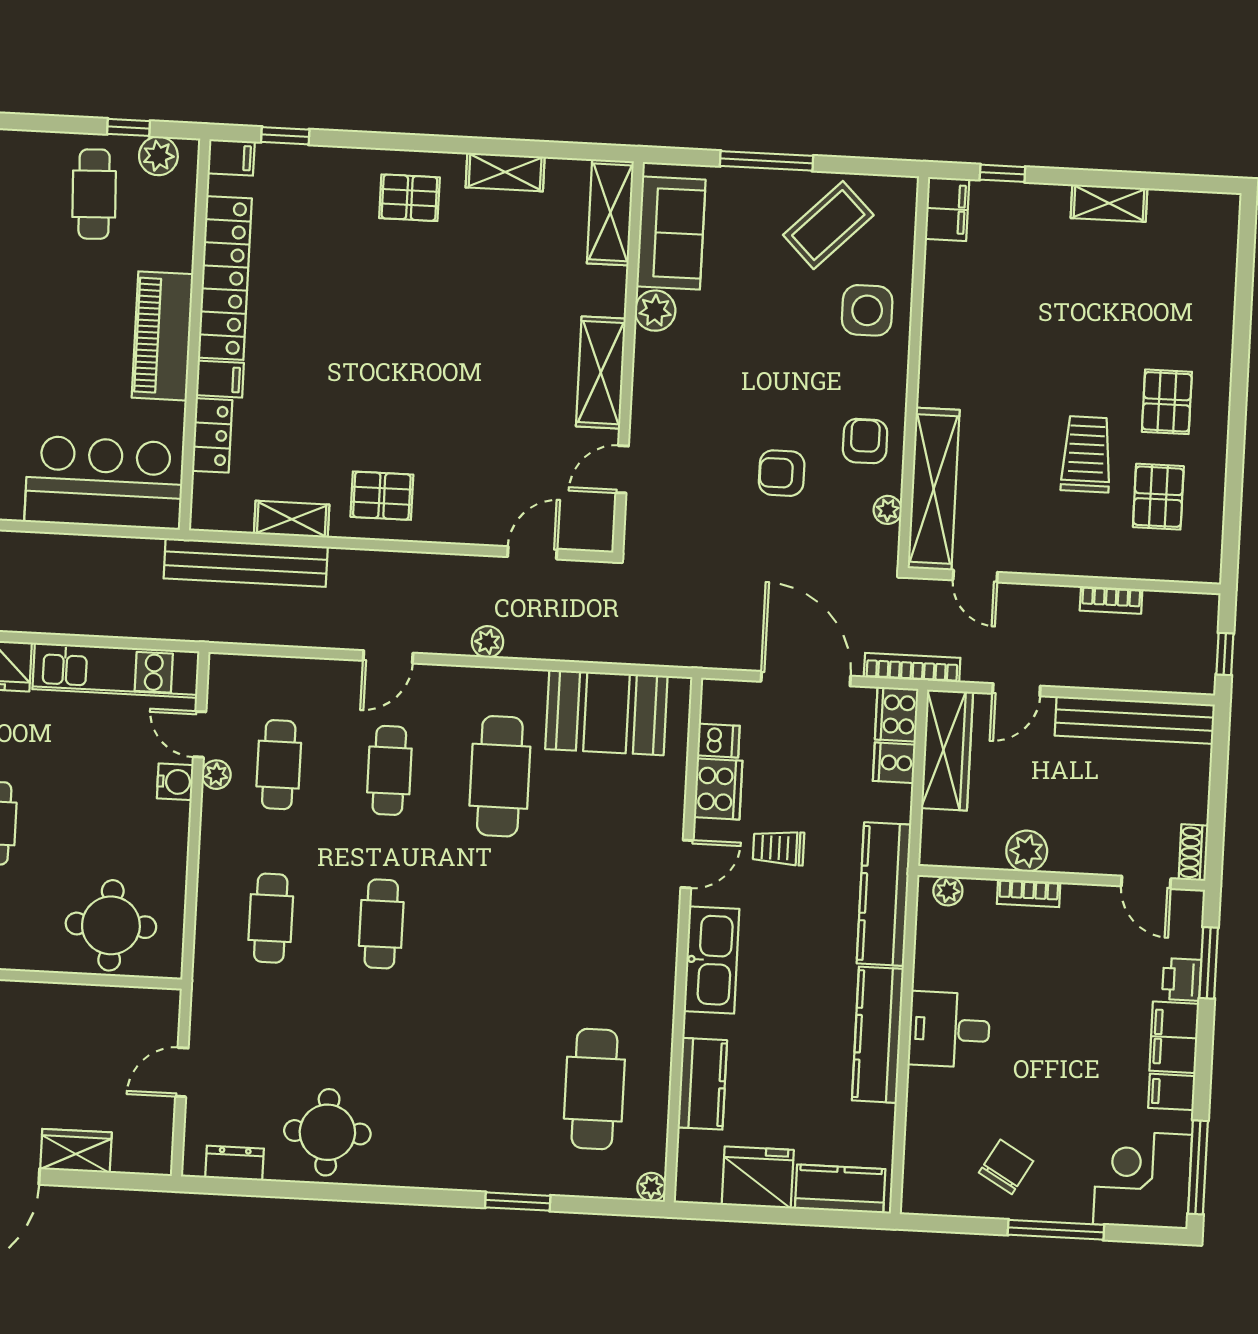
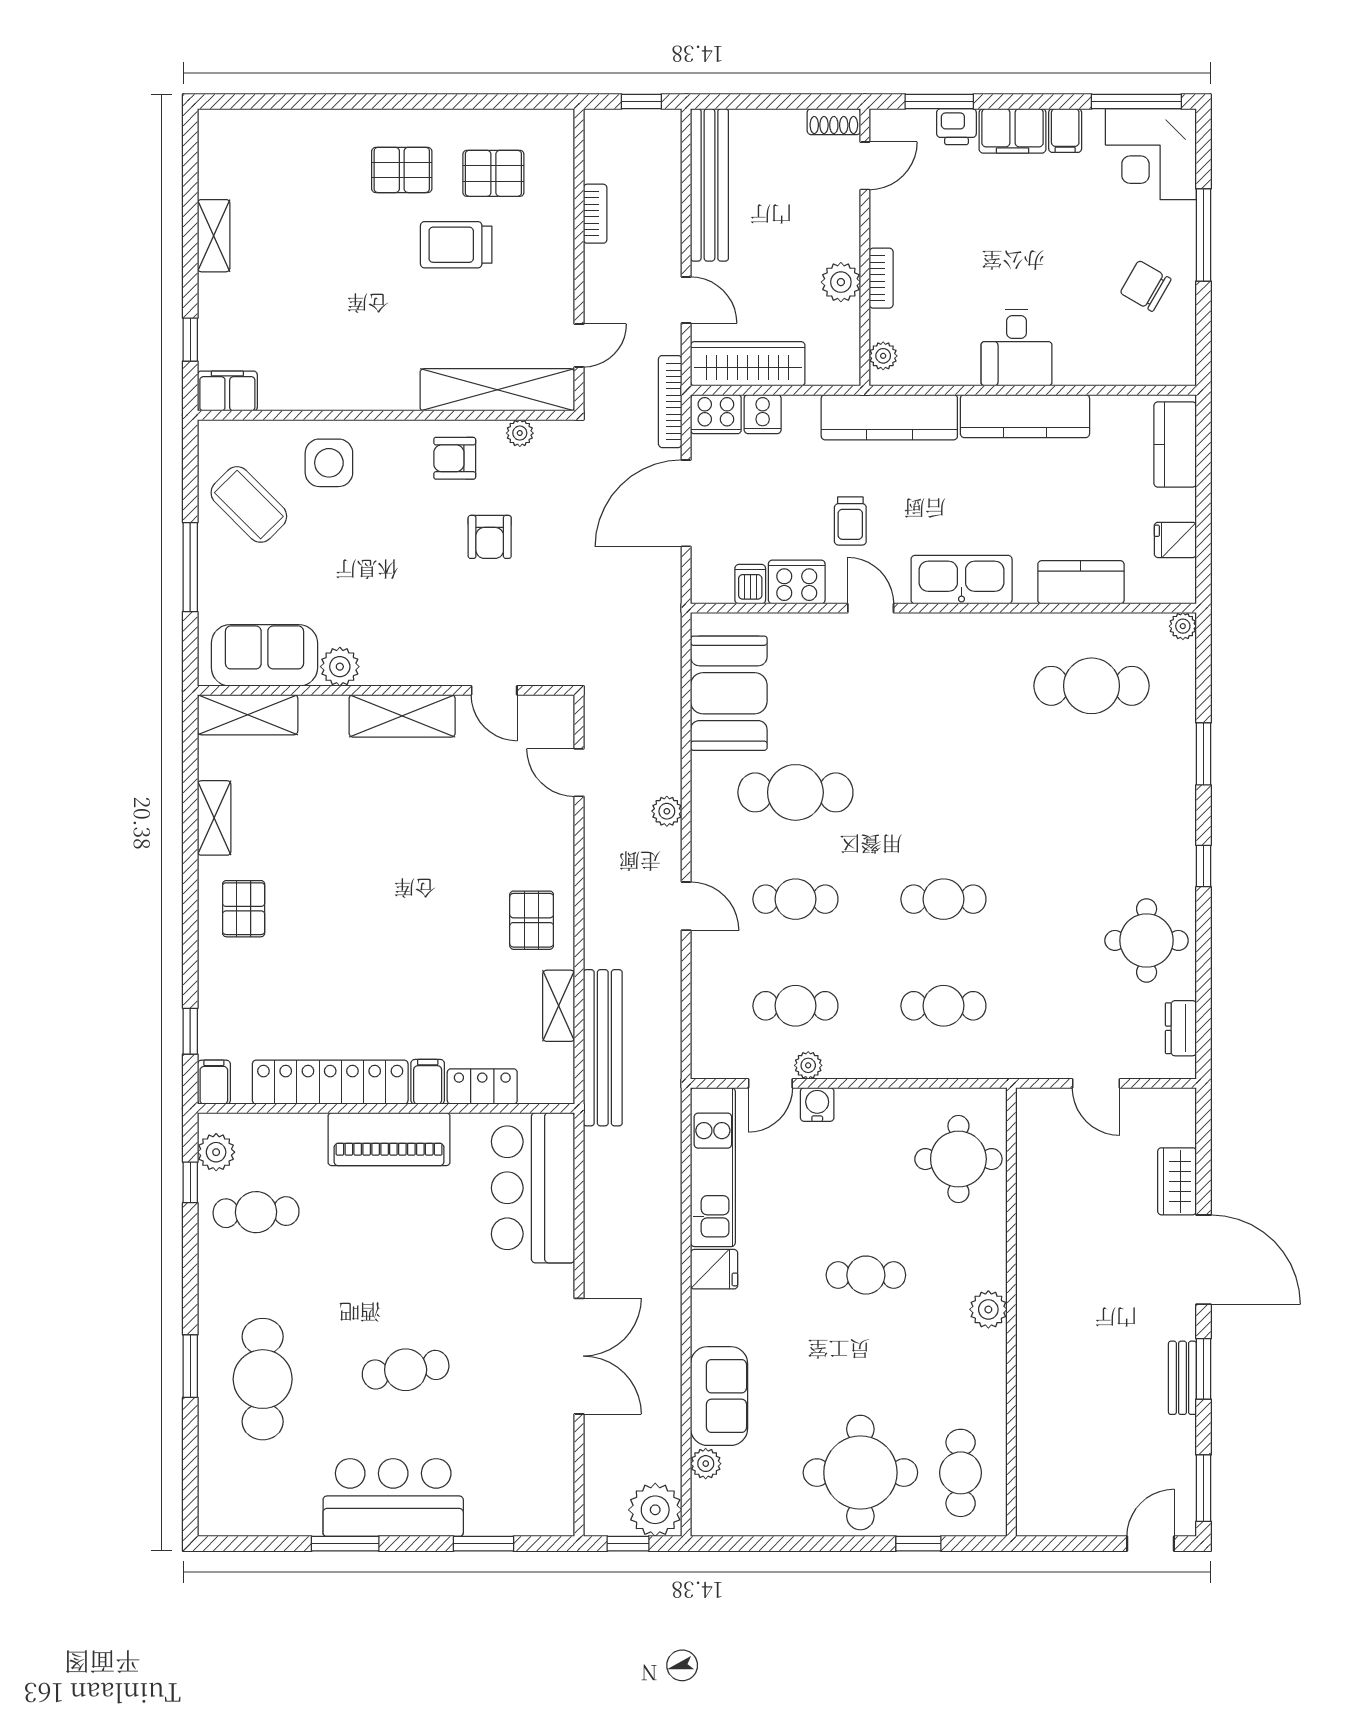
fridge: (758, 1177) -> (1175, 540), width x0.53, depth x0.75
window: (402, 1195) -> (1204, 866), added

